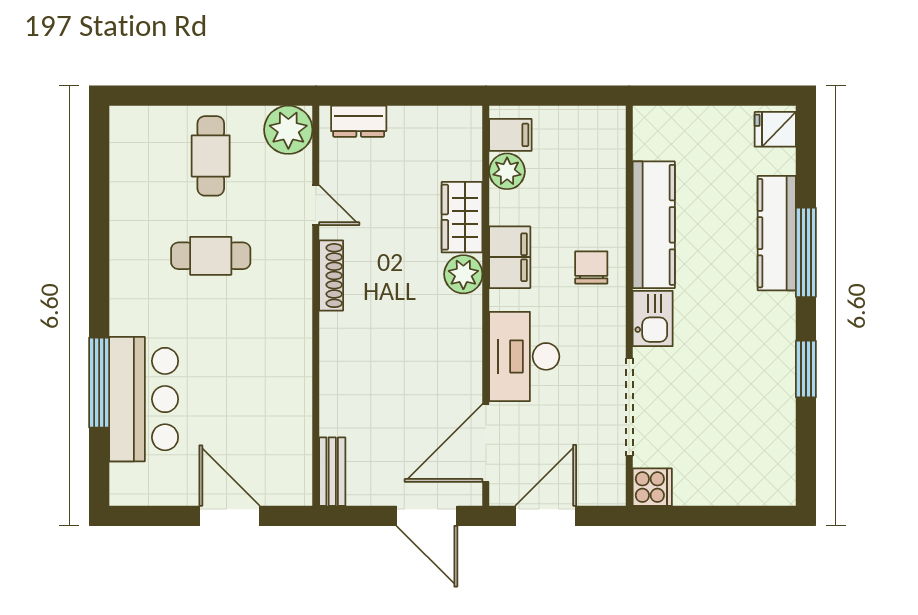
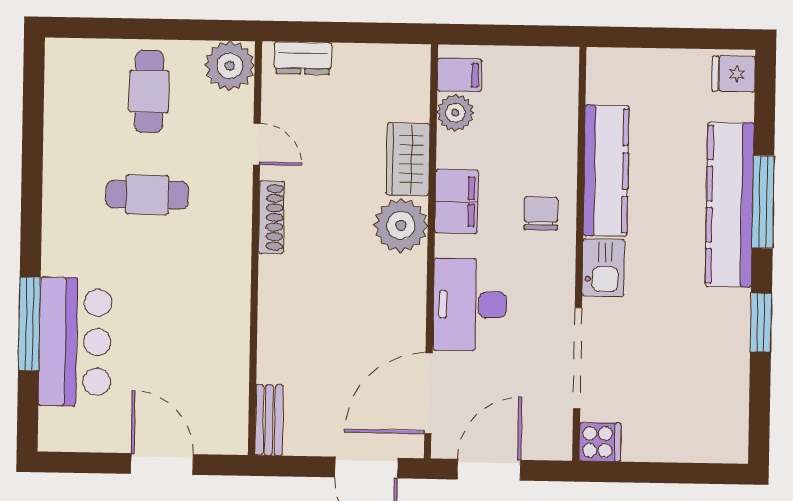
kitchen counter: (777, 233) -> (730, 204), width x1.39, depth x1.17
plant: (463, 274) -> (401, 225), width x1.36, depth x1.36

